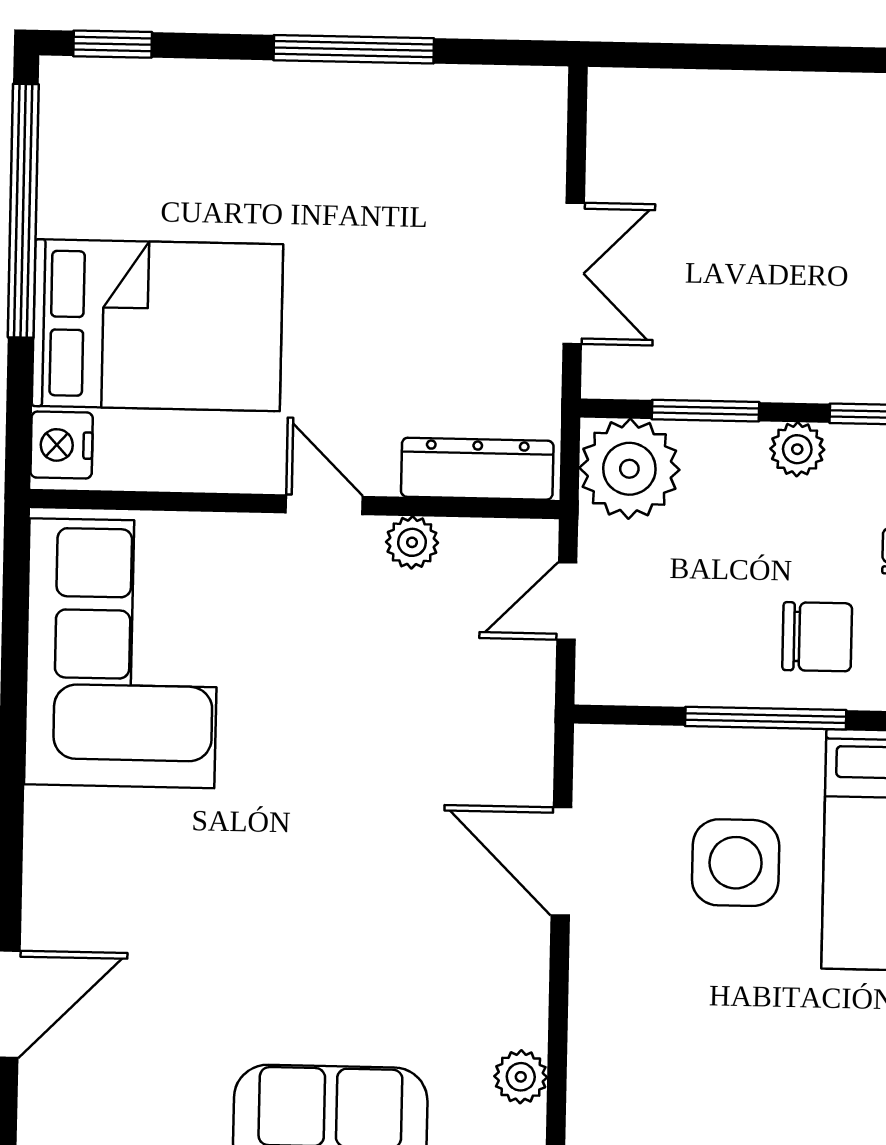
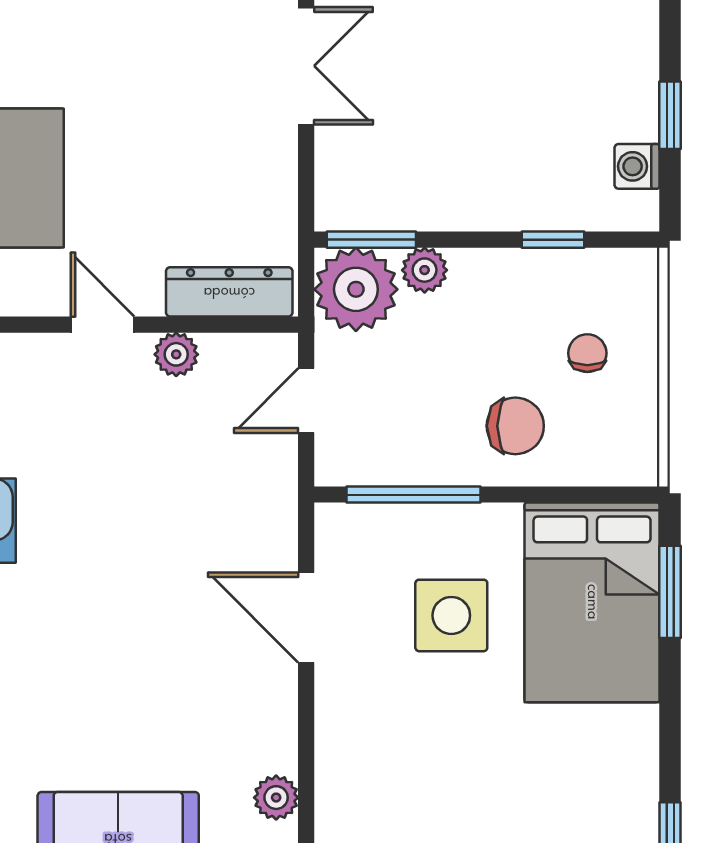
double door: (574, 273) -> (306, 66), moved
window: (706, 411) -> (371, 240), moved
plant: (797, 449) -> (425, 270), moved
window: (766, 718) -> (414, 495), moved

